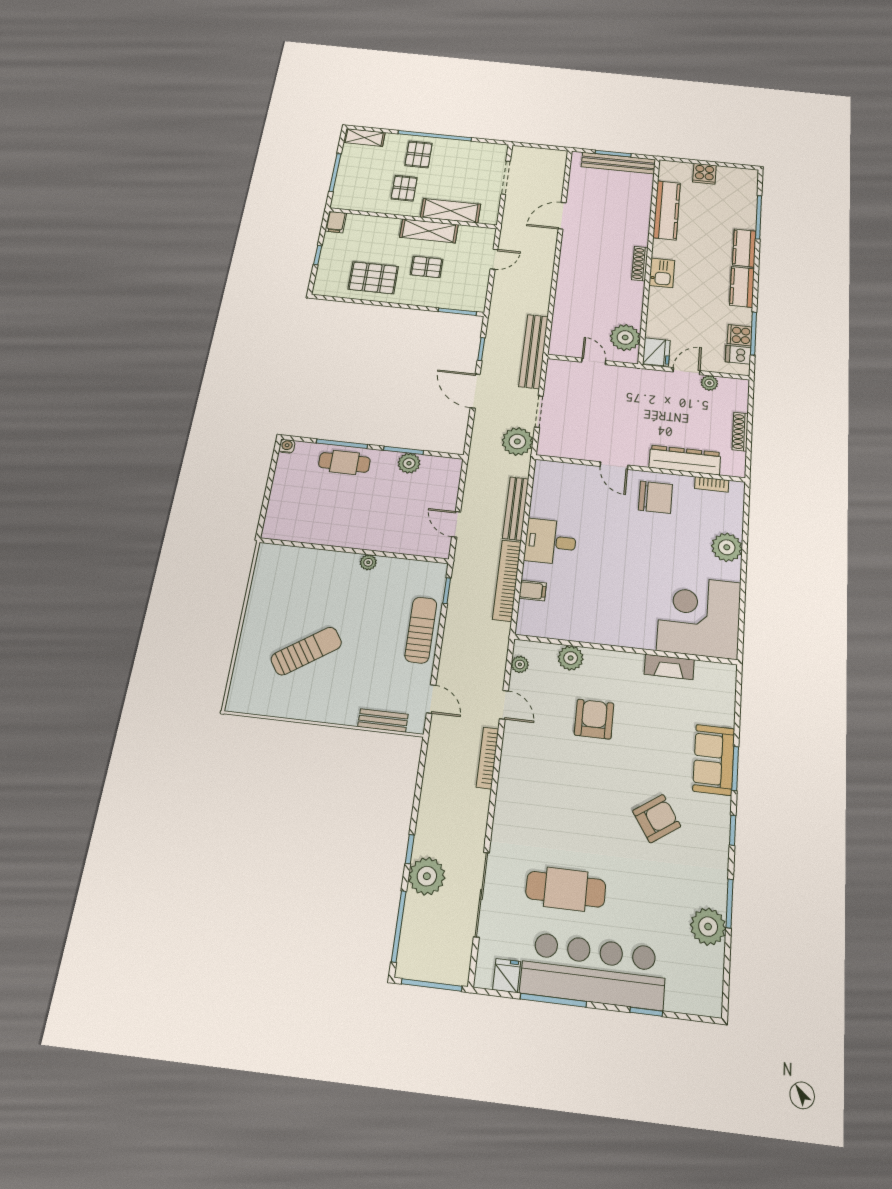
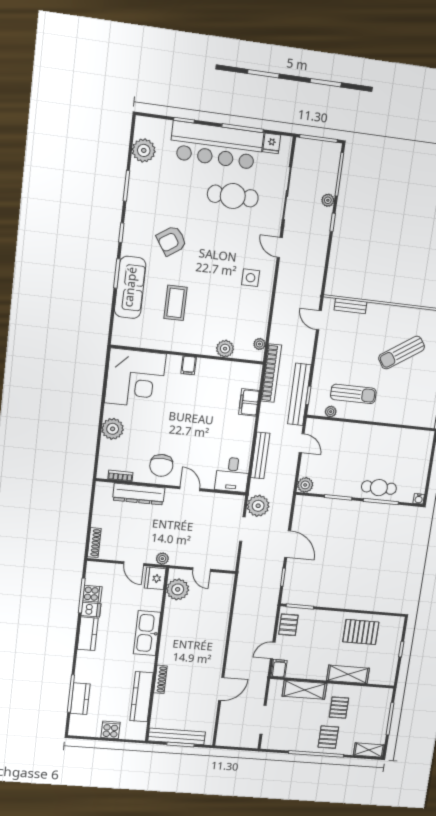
filing cabinet: (336, 222) -> (279, 668), moved
shelving: (429, 231) -> (348, 674), moved
kitchen counter: (744, 248) -> (80, 699), moved
shoe rack: (640, 264) -> (160, 679), moved
pallet: (427, 267) -> (288, 625), moved, turned 90
kitchen sink: (662, 273) -> (147, 633), width x1.88, depth x1.24
bench: (534, 351) -> (299, 394), moved
dishwasher: (738, 355) -> (91, 610), moved
door: (686, 371) -> (134, 564), hinge flipped
plant: (709, 383) -> (162, 559), moved
shoe rack: (740, 432) -> (94, 543), moved
plant: (409, 463) -> (305, 485), moved
chair: (655, 497) -> (161, 465), turned -90
desk: (550, 542) -> (232, 475), moved, turned 90
plant: (368, 562) -> (331, 412), moved
bookcase: (507, 580) -> (271, 373), moved
filing cabinet: (533, 591) -> (249, 402), width x2.00
sun lounger: (421, 630) -> (353, 394), moved, turned -90
filing cabinet: (623, 634) -> (189, 365), added
fireplace: (669, 667) -> (158, 343), removed
door: (504, 705) -> (280, 248), moved
armchair: (594, 719) -> (211, 307), removed
coffee table: (646, 725) -> (176, 303), added
bookcase: (488, 758) -> (282, 281), removed
sofa: (714, 760) -> (130, 287), width x1.36
side table: (535, 763) -> (251, 278), added
plant: (427, 876) -> (328, 200), width x0.53, depth x0.53
plant: (708, 927) -> (144, 150), moved

